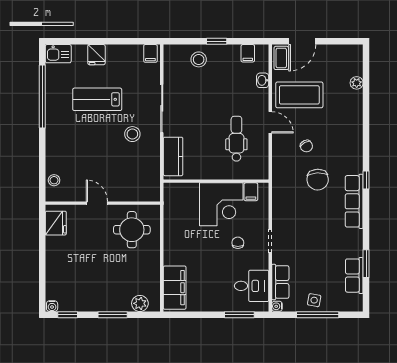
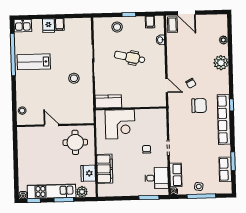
door: (302, 41) -> (186, 13), hinge flipped
filing cabinet: (150, 53) -> (60, 24), moved
coffee table: (299, 95) -> (185, 49), removed
lab bench: (97, 99) -> (34, 62), moved
plant: (352, 117) -> (221, 63), added
door: (270, 122) -> (167, 85), moved
dental chair: (236, 139) -> (130, 57), moved, turned -77
kitchen counter: (173, 156) -> (108, 101), moved, turned -90
chair: (318, 180) -> (199, 106), turned -87
filing cabinet: (251, 192) -> (154, 115), removed
row of seats: (354, 201) -> (224, 119), width x1.36
corner desk: (221, 204) -> (120, 124), moved
fridge: (56, 223) -> (88, 173), moved, turned 180
filing cabinet: (175, 288) -> (105, 169), moved
kitchen unit: (95, 302) -> (52, 191), added

